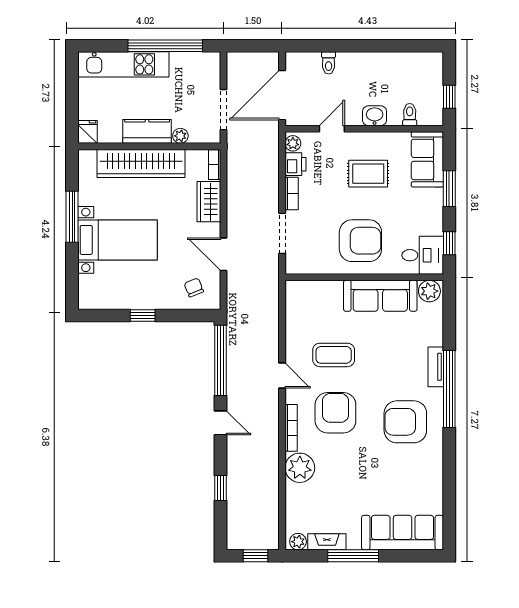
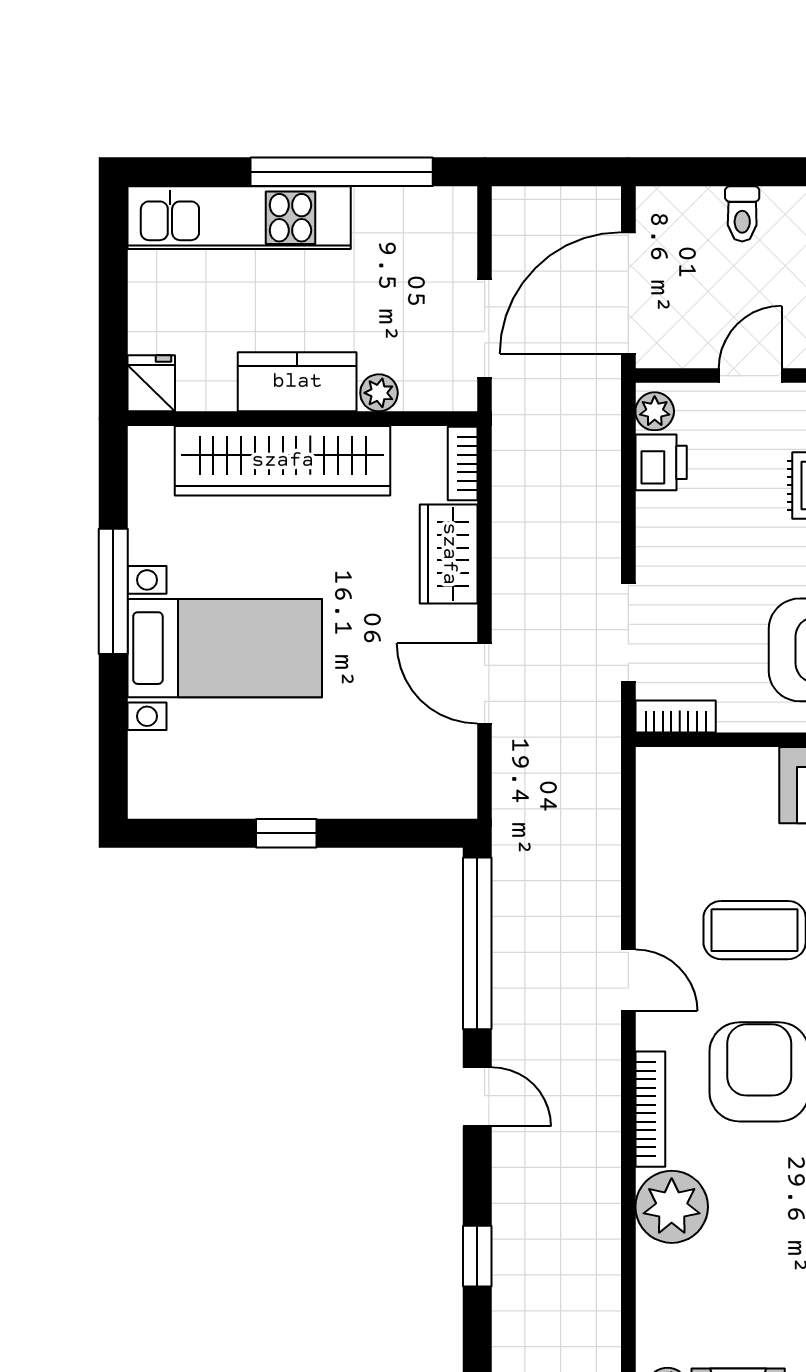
bookcase: (292, 194) -> (676, 717), moved, turned -90
chair: (194, 287) -> (412, 765), removed

